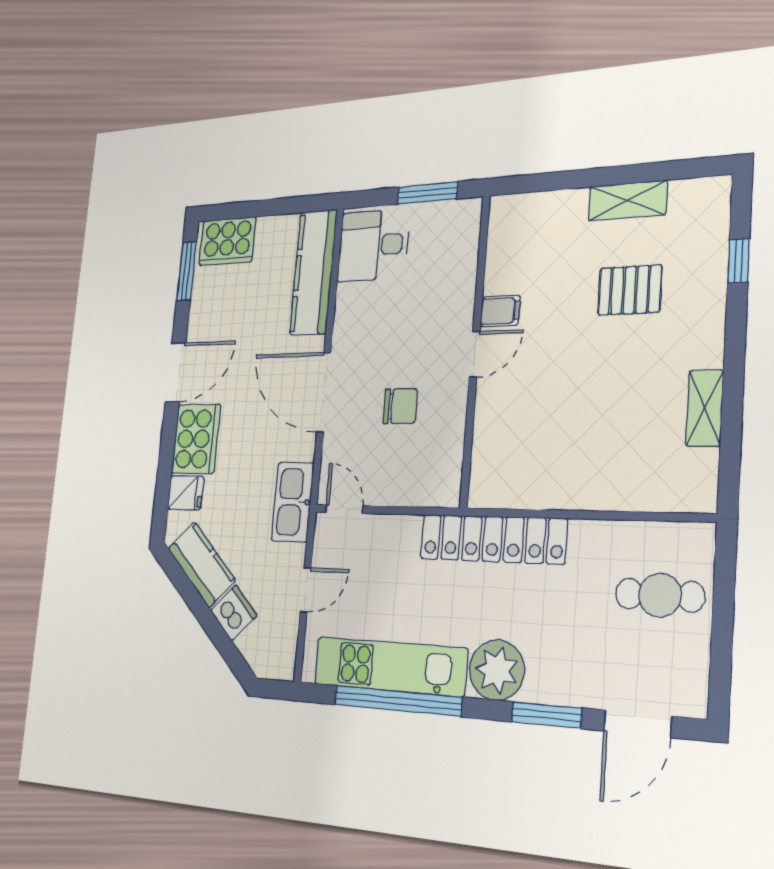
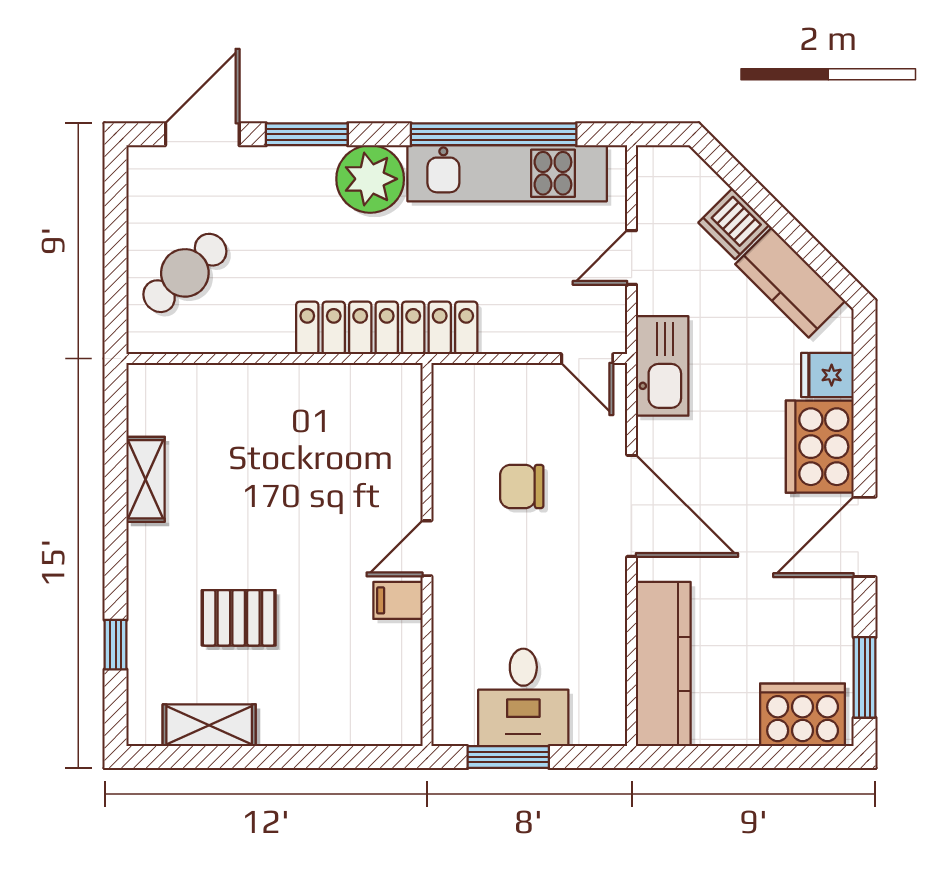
shelving: (628, 201) -> (209, 725), moved
desk: (373, 245) -> (523, 697), moved, turned 90
cafe table: (660, 595) -> (185, 273), turned -42

